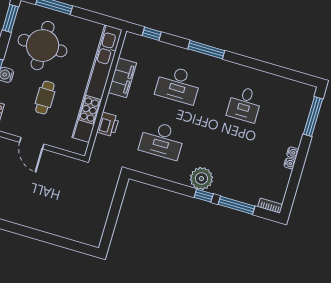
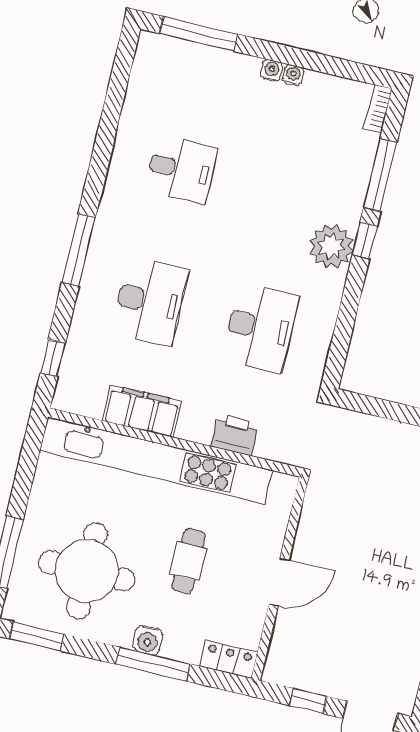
cafe table: (45, 98) -> (188, 561), turned 90

